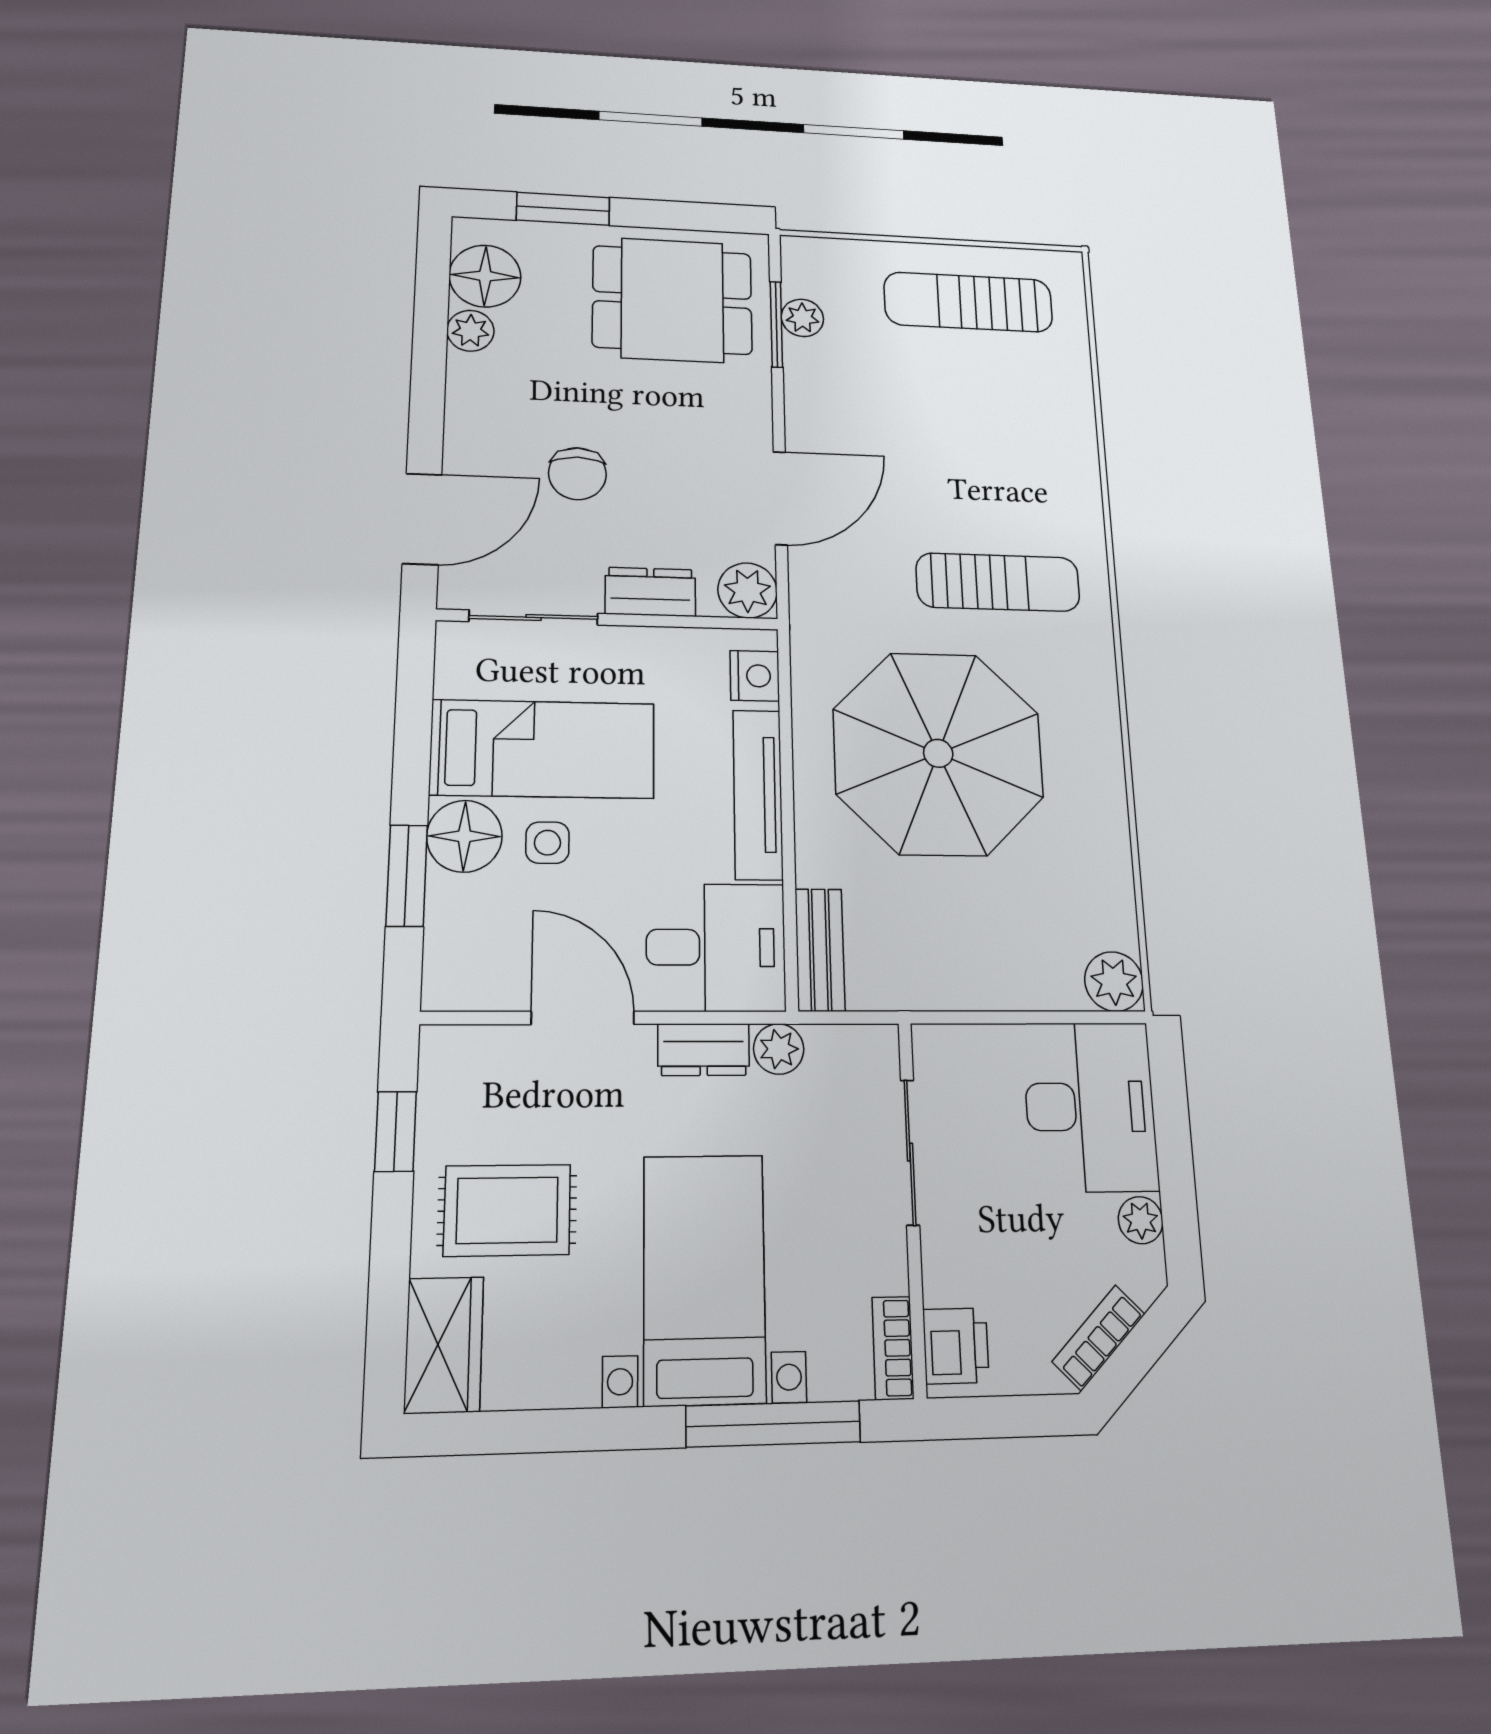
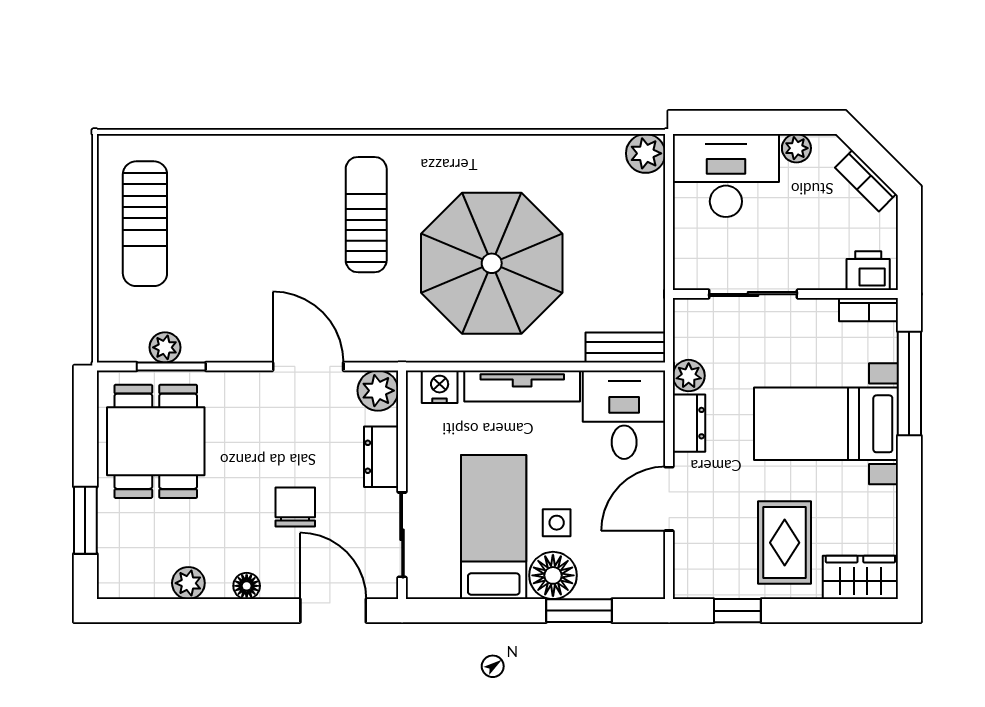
floor lamp: (485, 276) -> (247, 586), moved, width x0.53, depth x0.53
chair: (577, 474) -> (295, 507), turned -90

